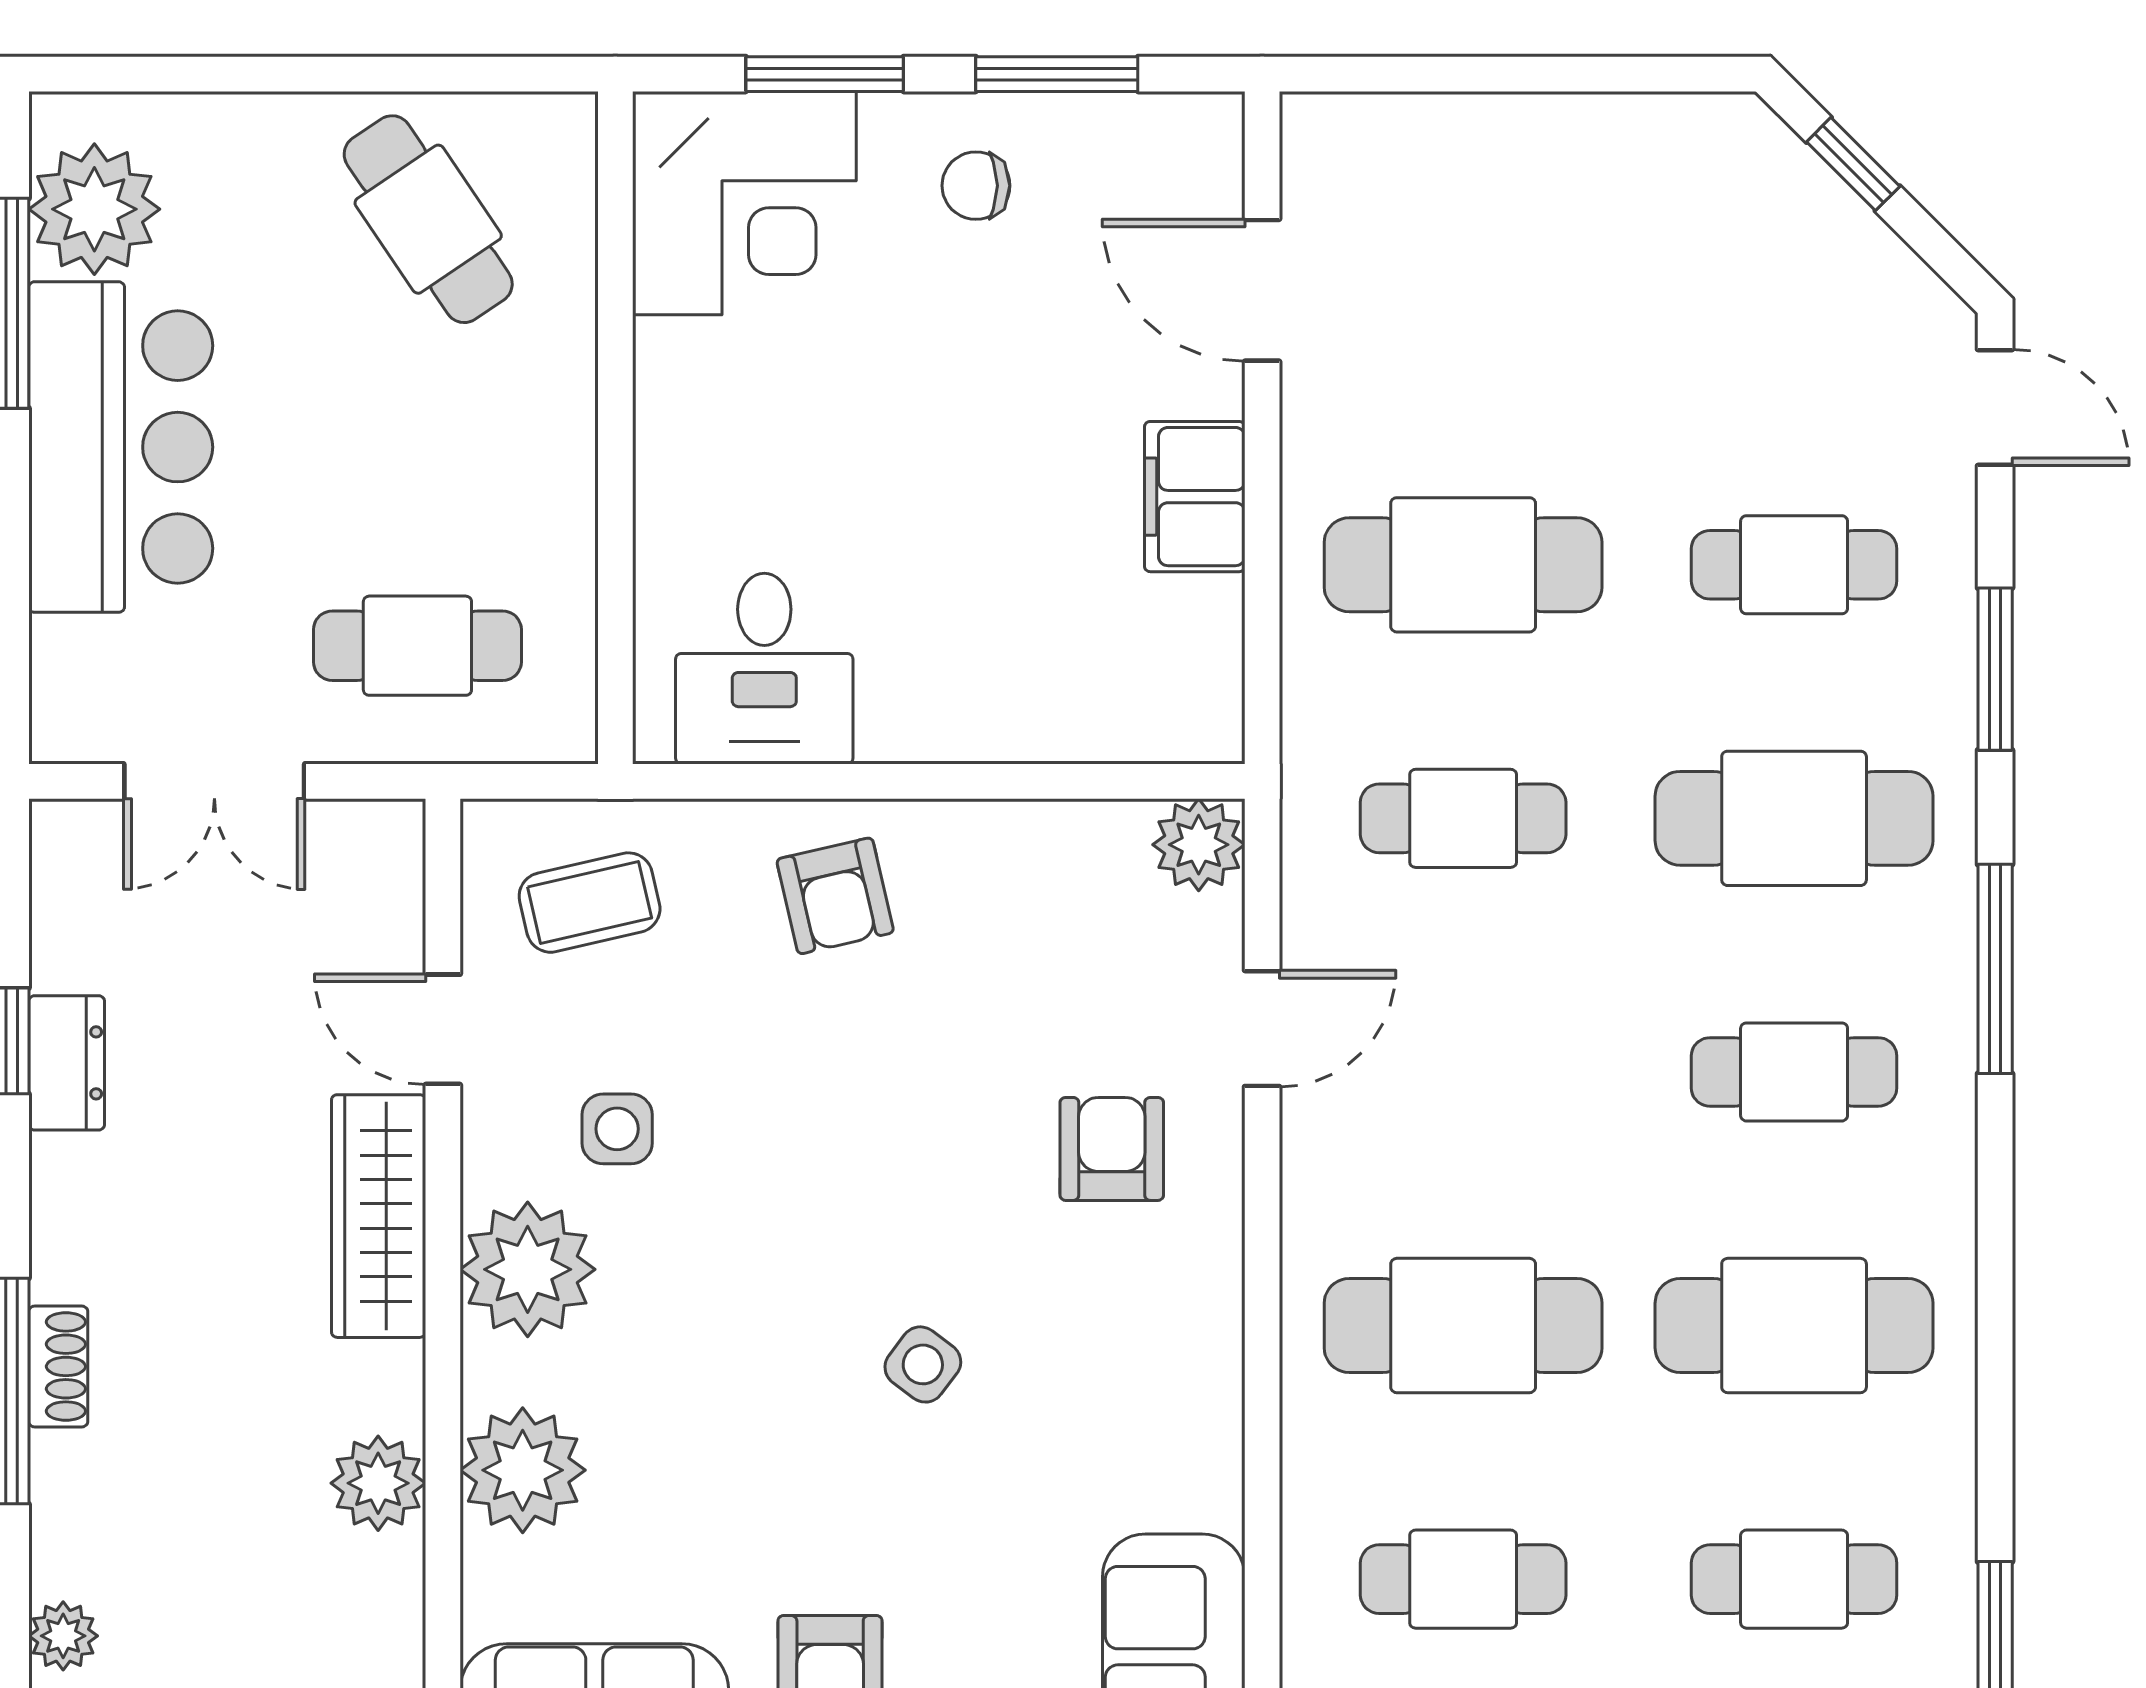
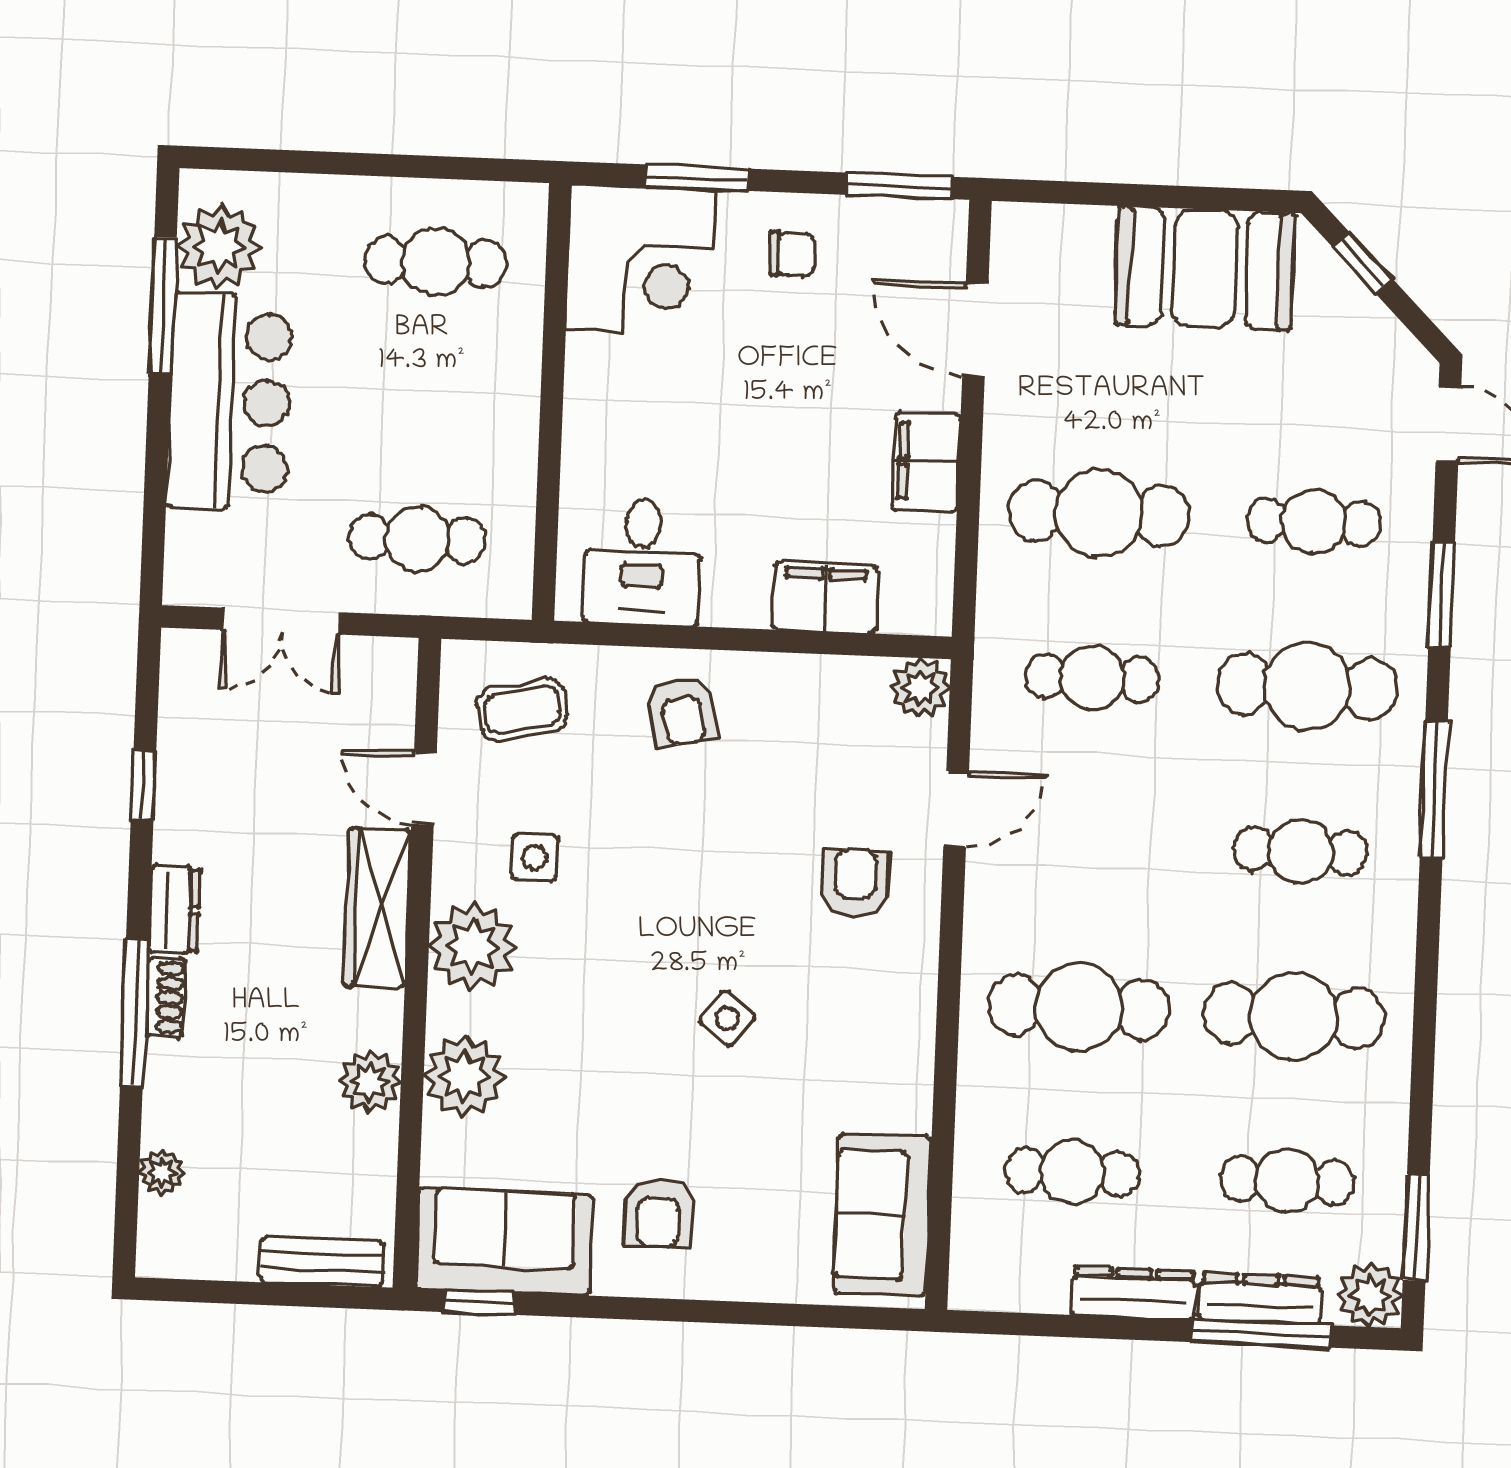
window: (1057, 74) -> (900, 186), moved
booth: (1611, 182) -> (1205, 268), added
chair: (976, 186) -> (792, 254), turned 180
cafe table: (428, 219) -> (436, 262), turned -56
filing cabinet: (1048, 712) -> (825, 598), added
dresser: (67, 1063) -> (174, 910), moved

